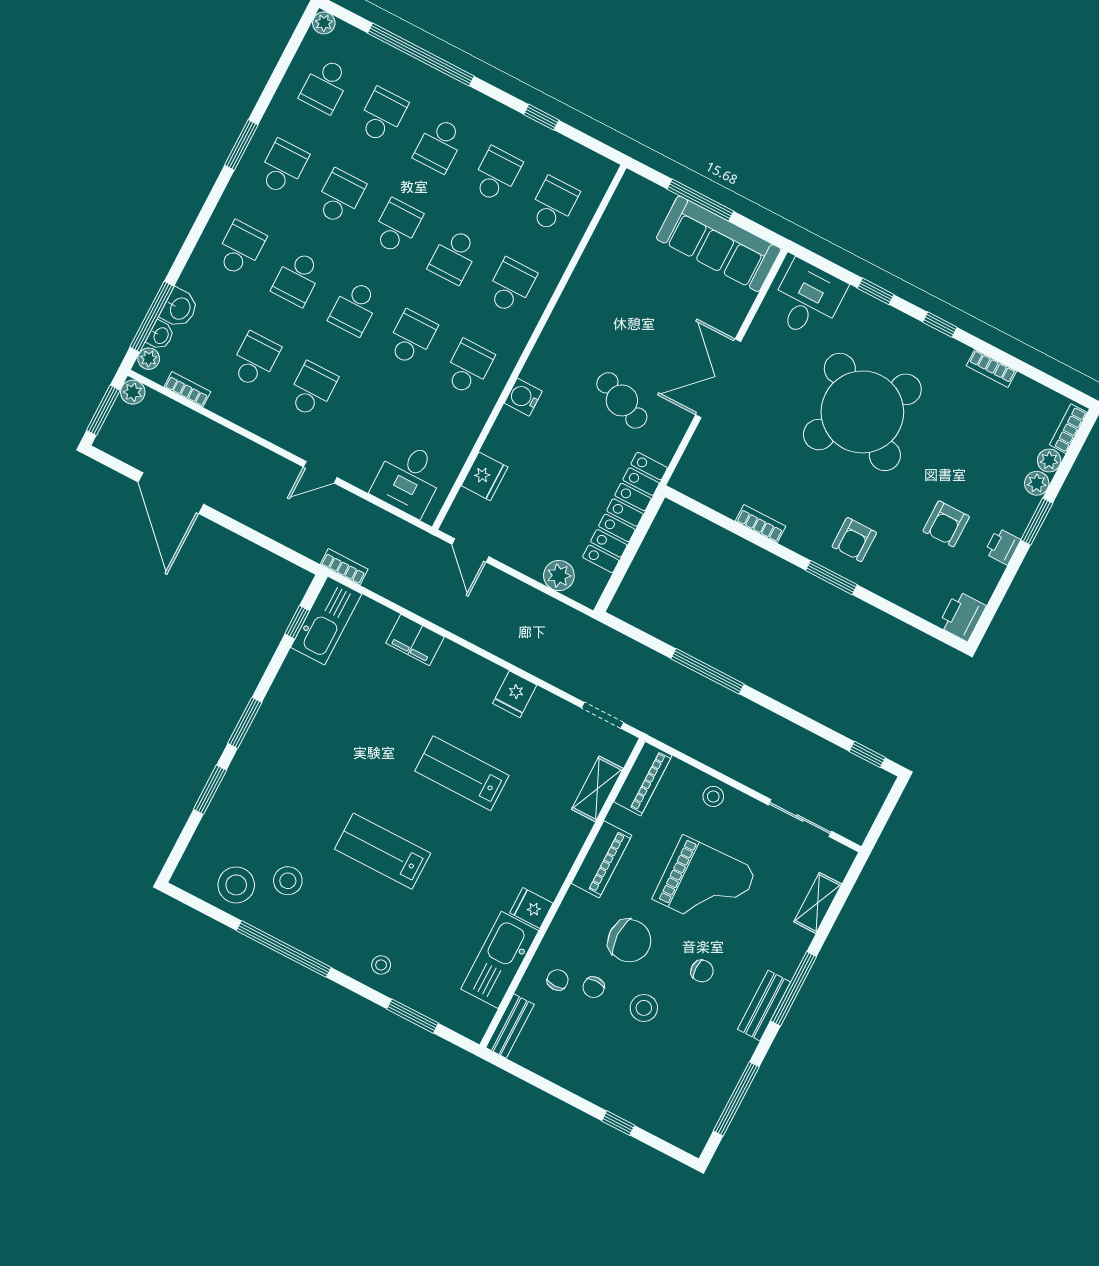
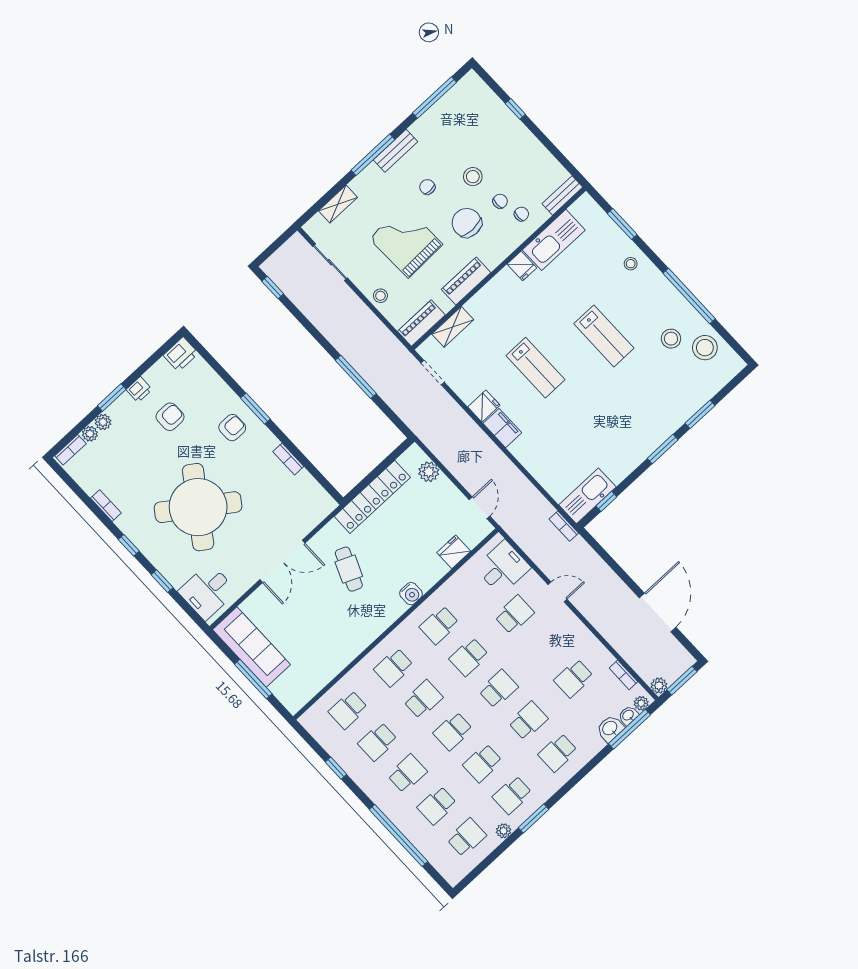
plant: (324, 23) -> (504, 831), moved
school desk: (312, 390) -> (514, 615), moved, turned 180
filing cabinet: (415, 640) -> (502, 428), moved
chair: (558, 980) -> (521, 214), turned 180

